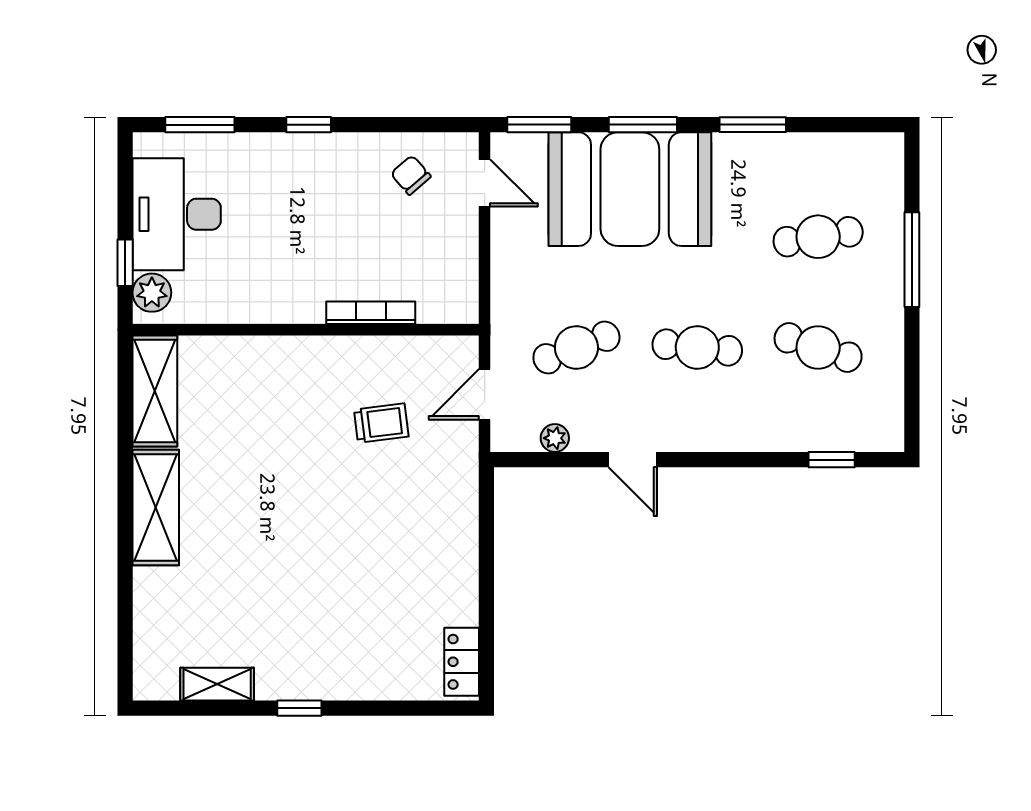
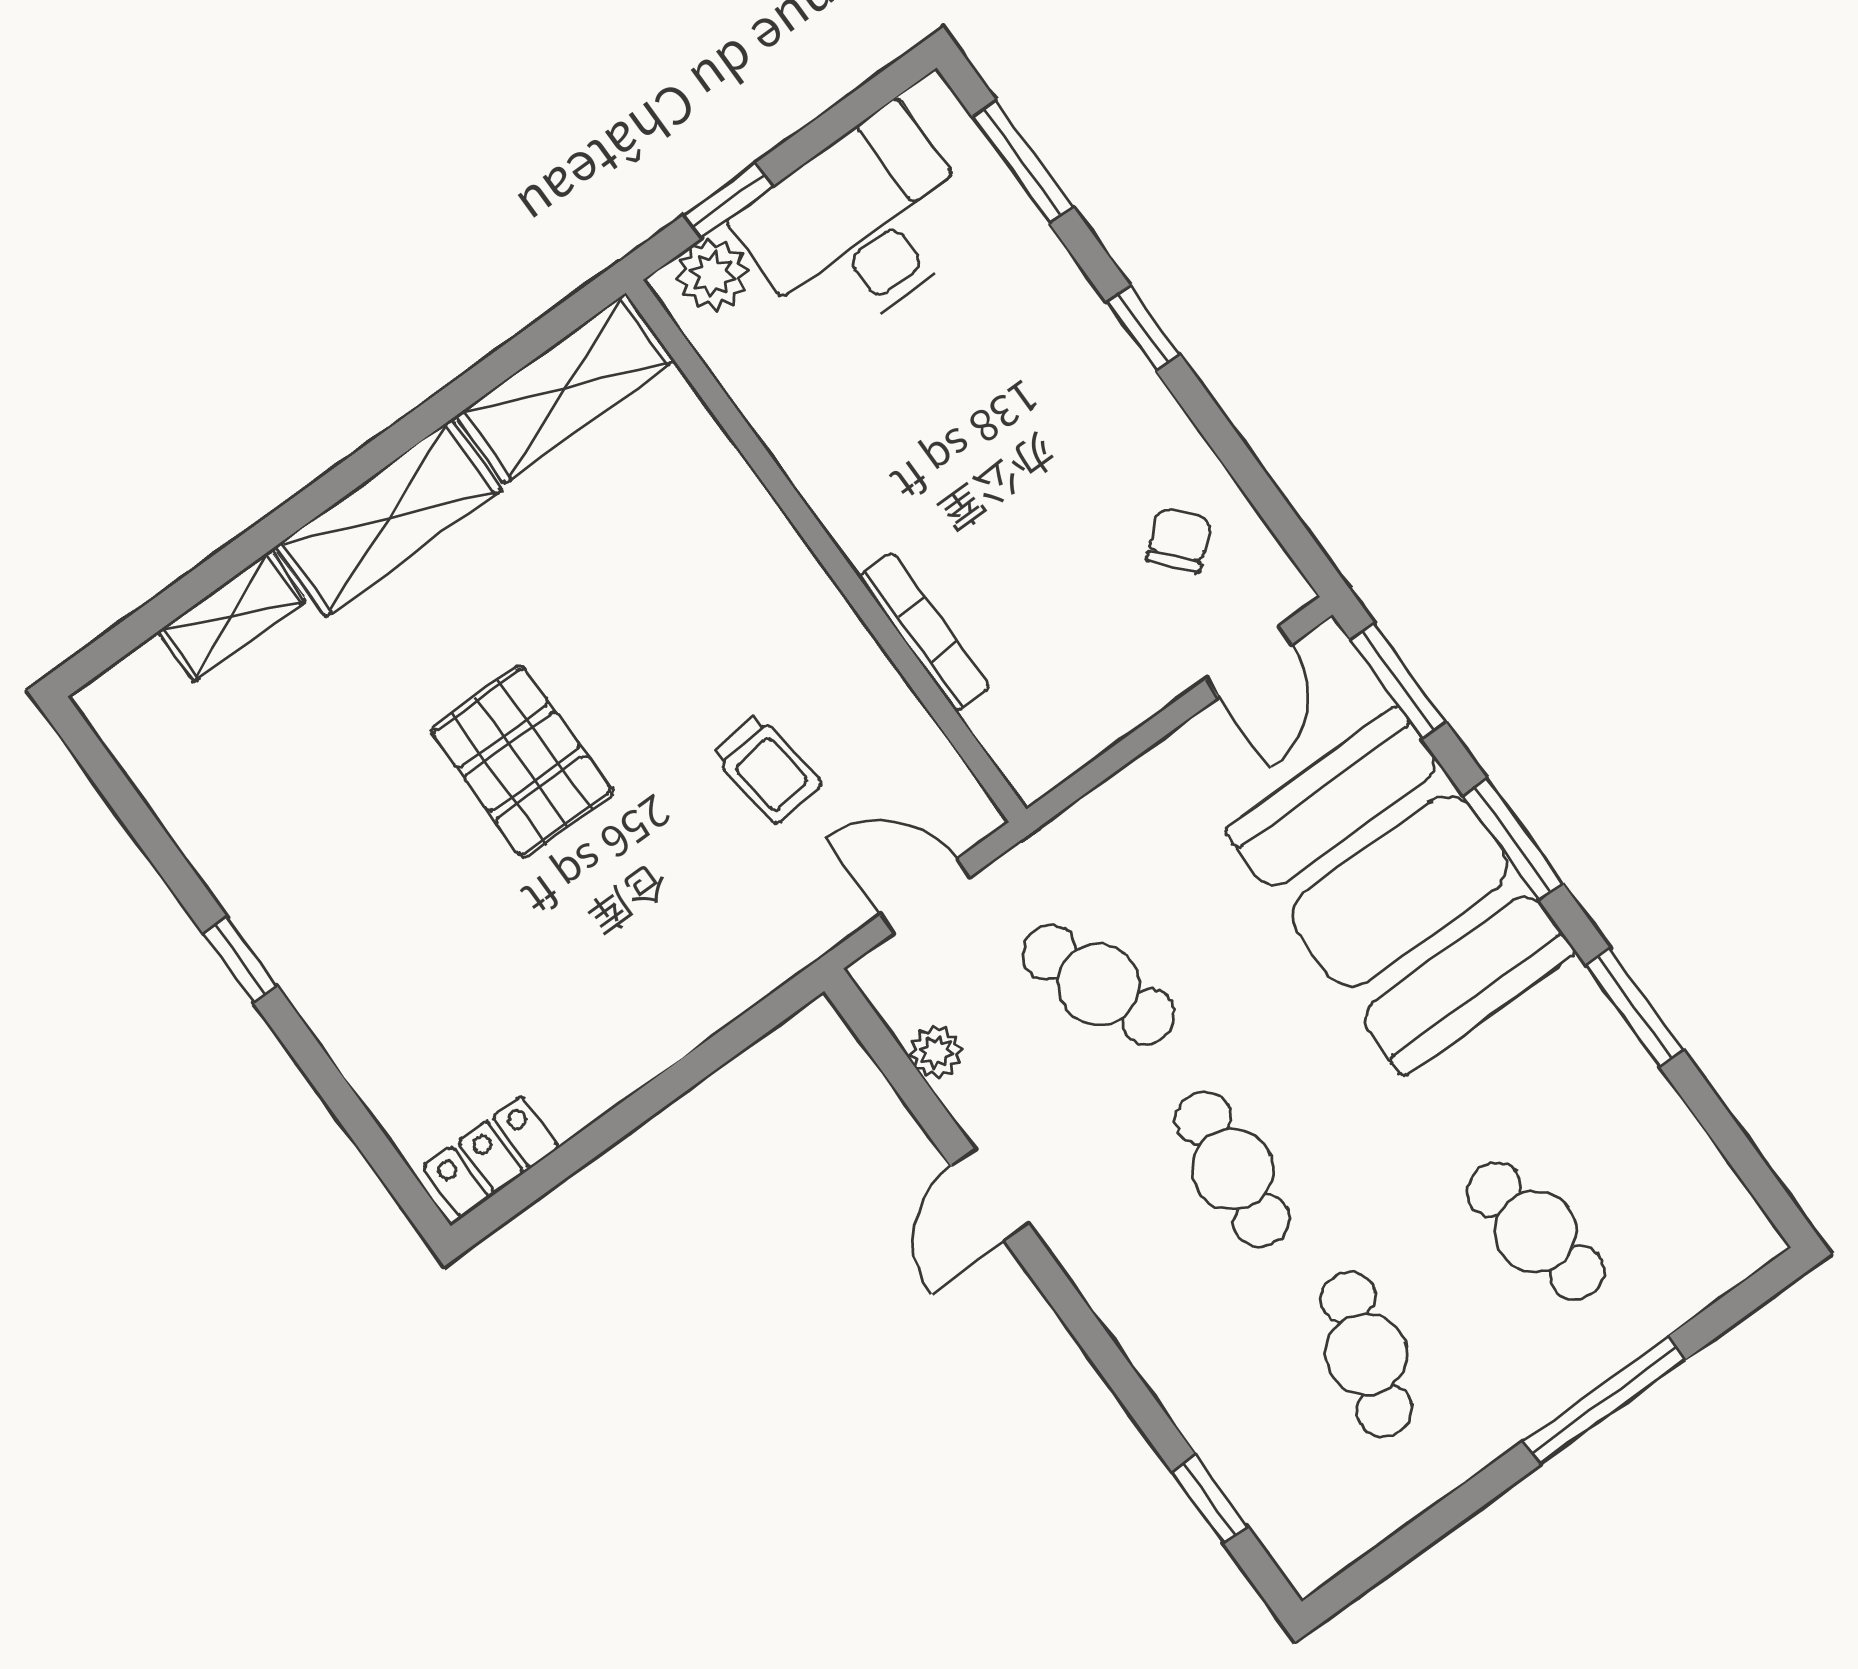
pallet: (302, 526) -> (522, 762), added
shelving: (217, 684) -> (232, 616), moved, turned 90

